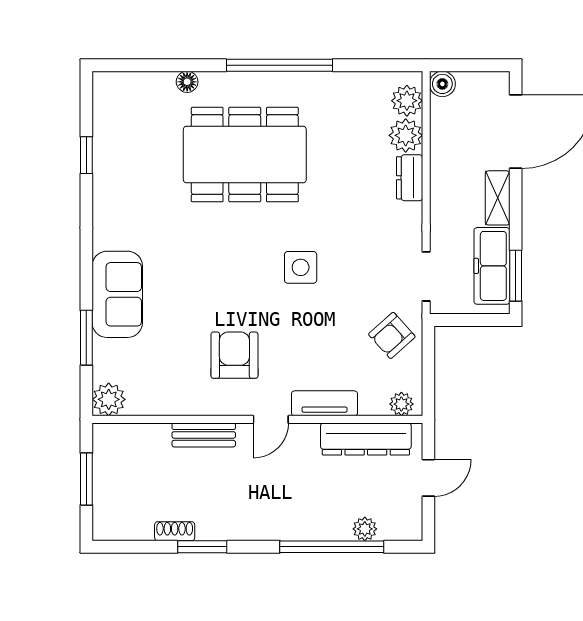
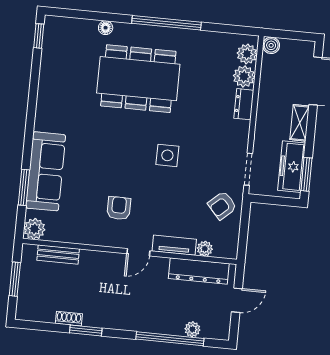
window: (86, 155) -> (39, 36), moved
sofa: (117, 294) -> (46, 171), width x1.36
armchair: (234, 355) -> (119, 208), width x0.72, depth x0.72
plant: (401, 404) -> (205, 249), moved
bench: (204, 435) -> (58, 255), moved

